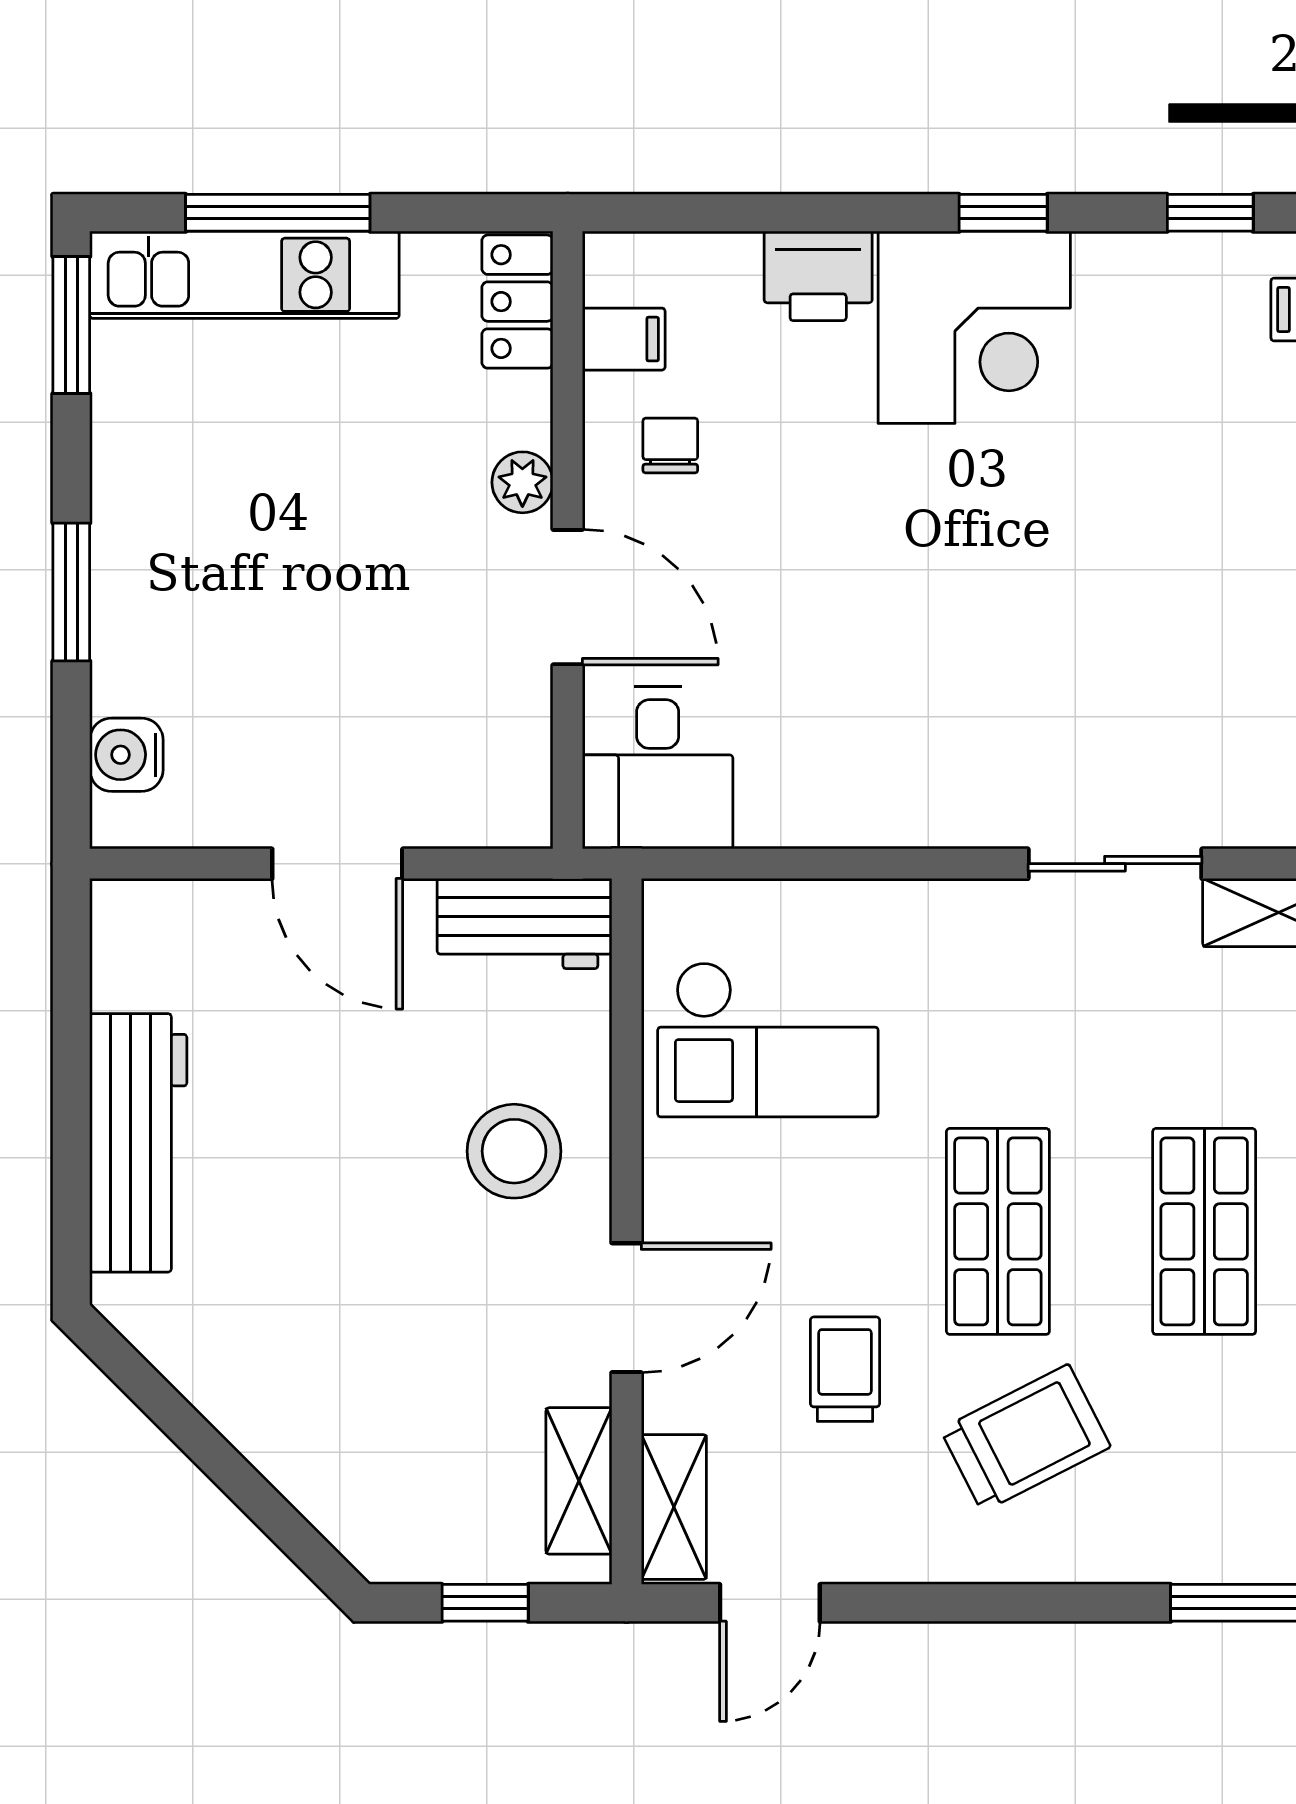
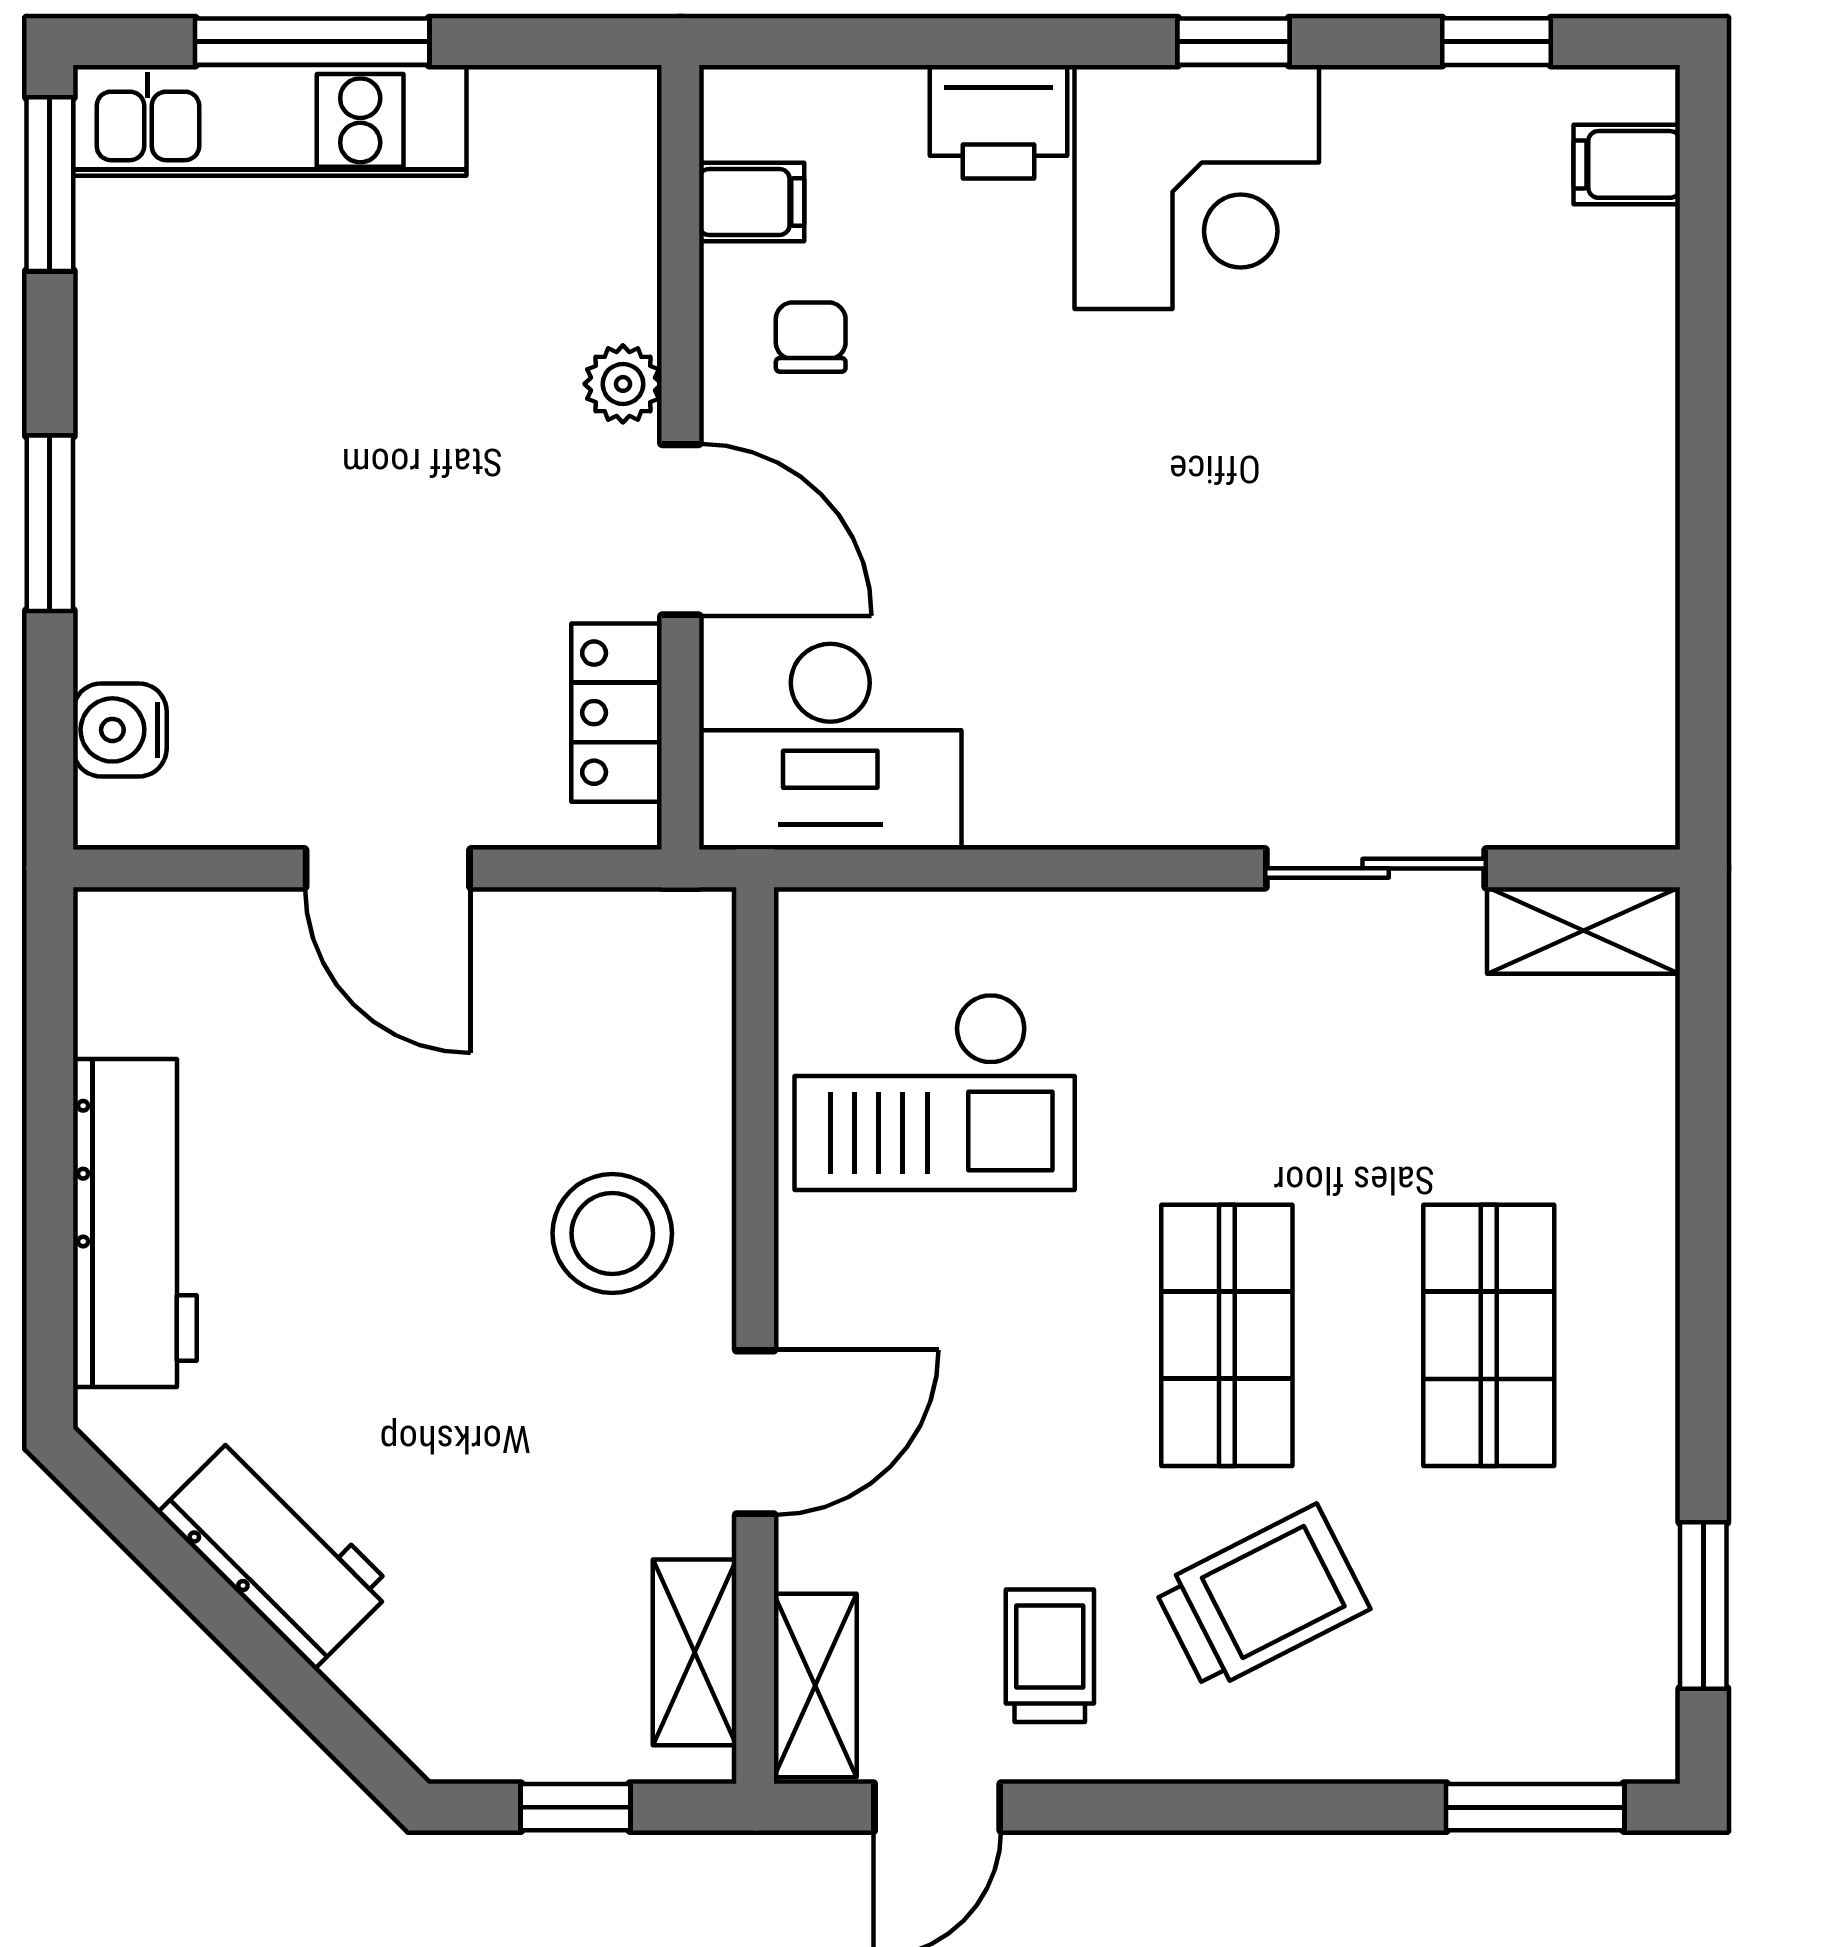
locker: (517, 302) -> (617, 713), moved
desk: (658, 768) -> (830, 747), width x1.37
workbench: (524, 924) -> (276, 1551), moved, turned -135
trolley: (845, 1369) -> (1050, 1656), moved

